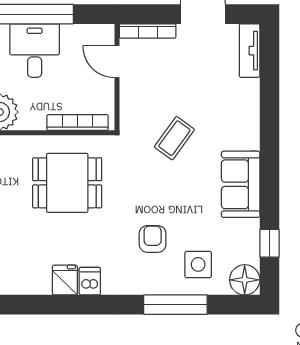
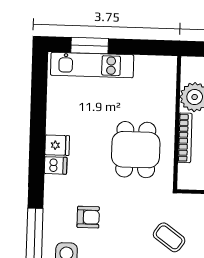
bookcase: (78, 122) -> (185, 138), moved

